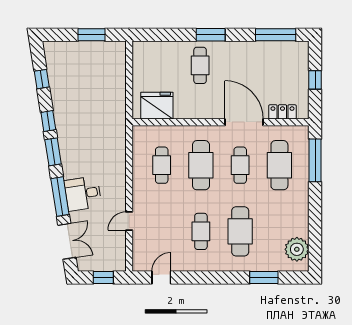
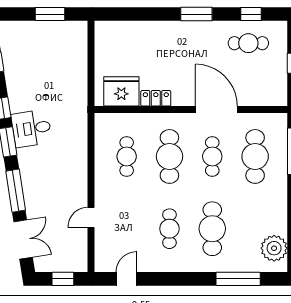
window: (211, 35) -> (196, 14), moved
window: (276, 35) -> (251, 14), width x0.46
cafe table: (200, 65) -> (248, 43), moved, turned 90
locker: (282, 112) -> (156, 98), moved
desk: (83, 194) -> (32, 128), moved
window: (264, 277) -> (238, 279), width x1.44

